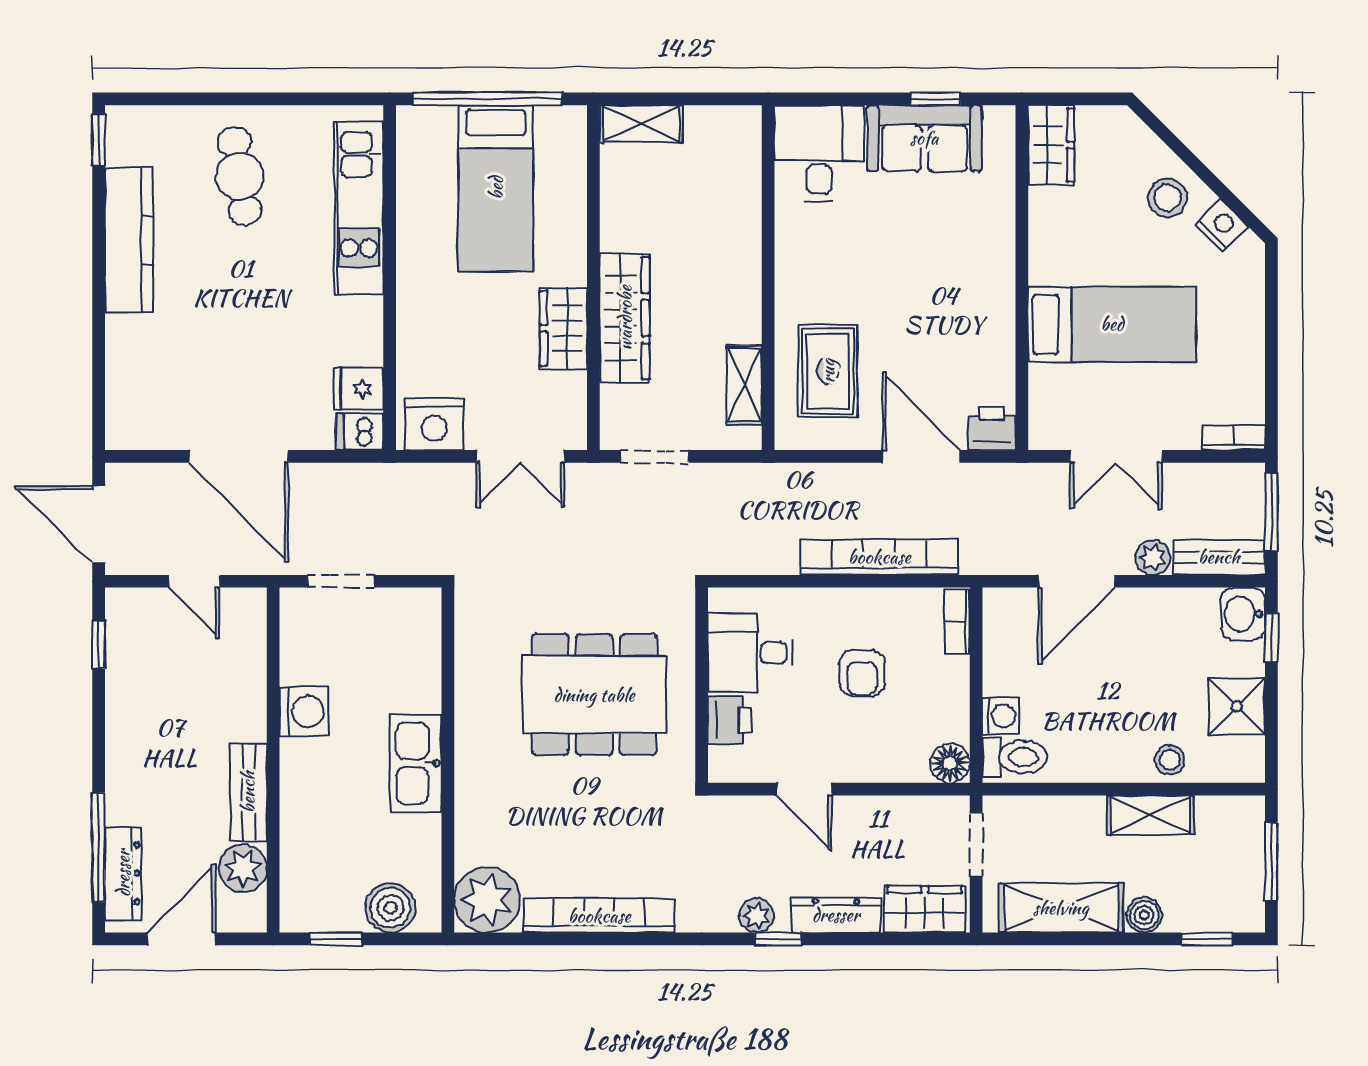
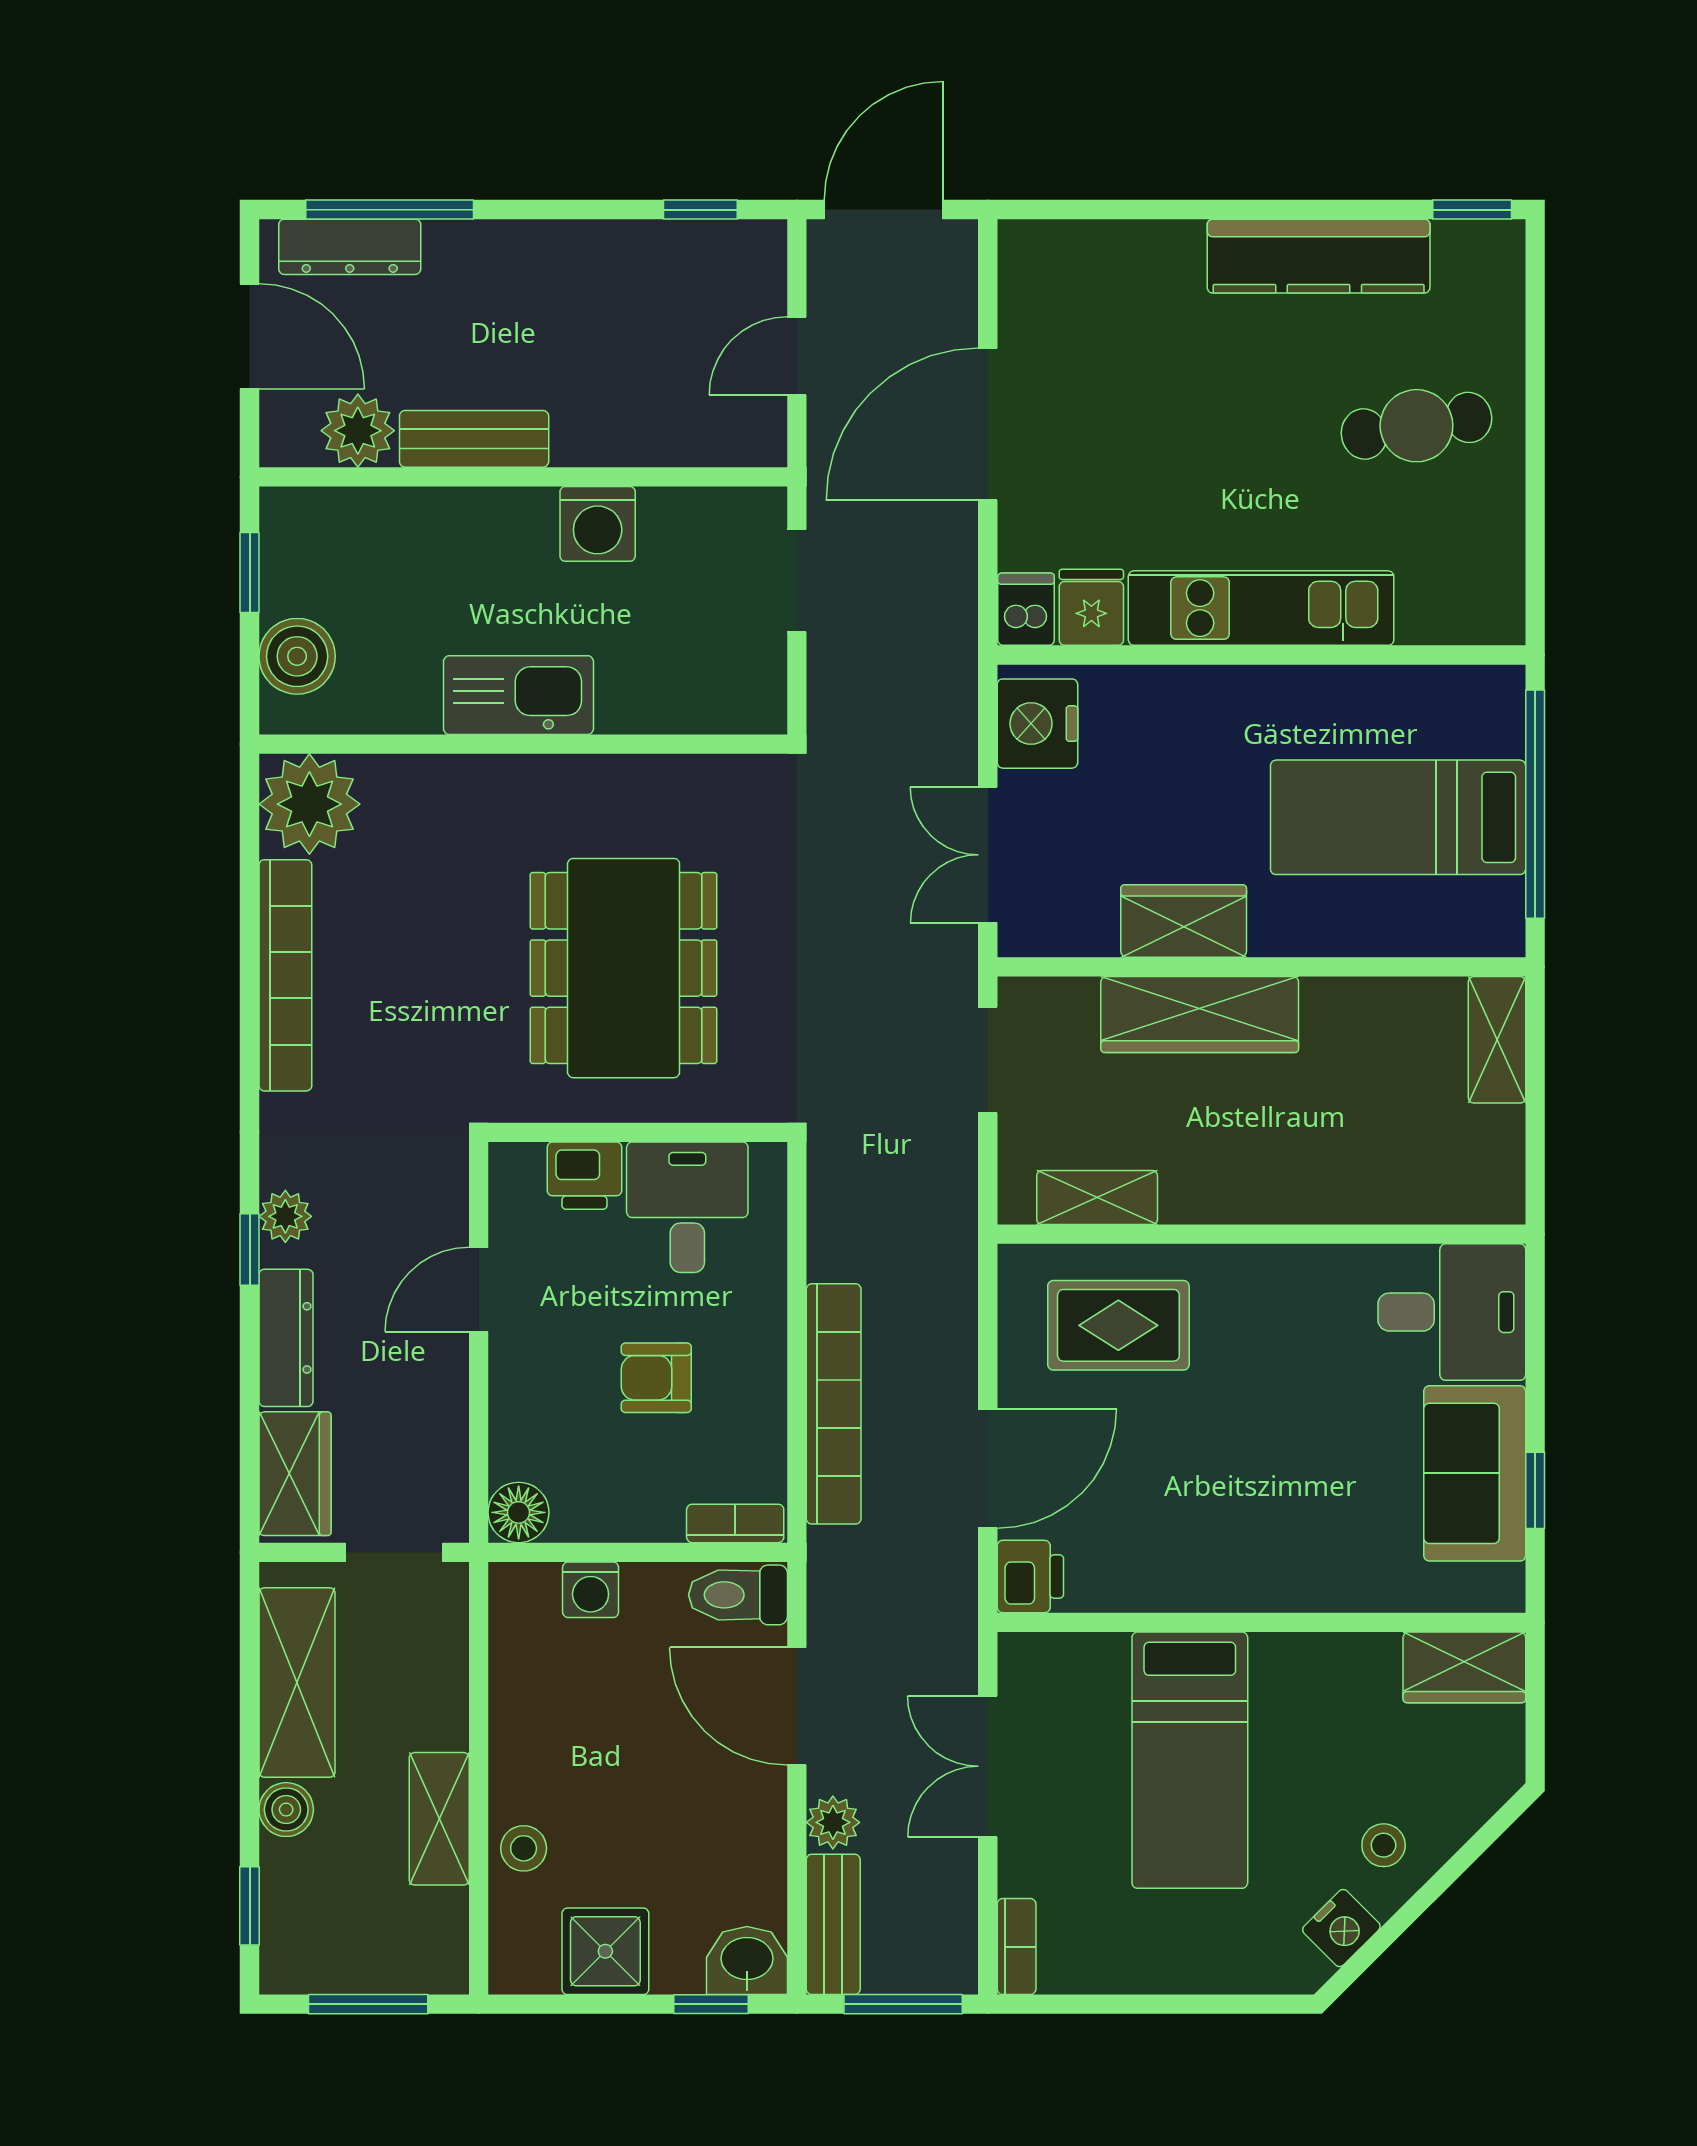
stool: (1168, 198) -> (1384, 1845), width x0.73, depth x0.73
kitchen unit: (359, 208) -> (1261, 608), moved
toilet: (1015, 757) -> (738, 1595), moved, turned 90

